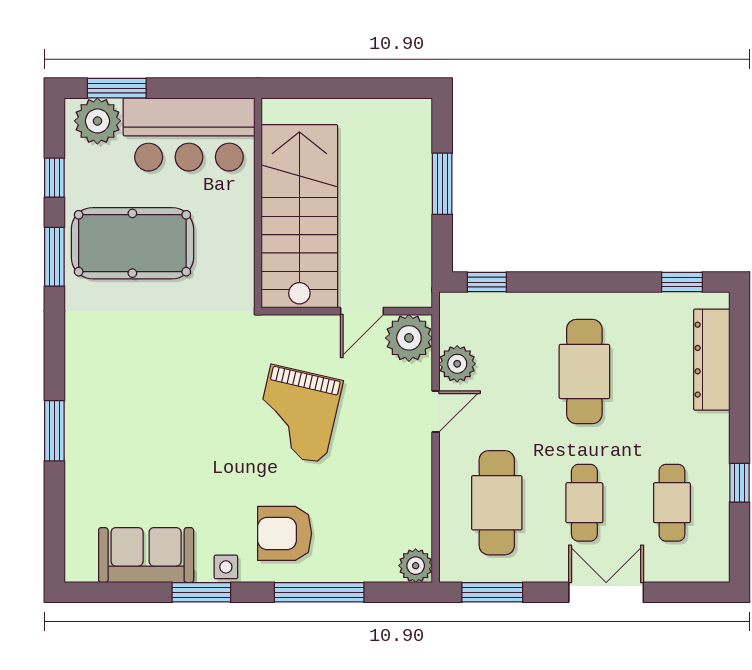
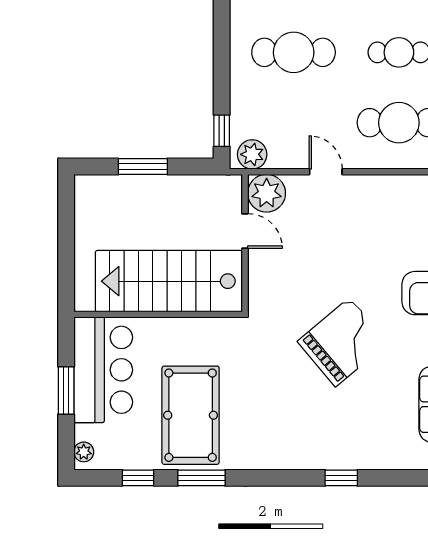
window: (117, 88) -> (66, 390), moved
plant: (97, 121) -> (84, 452), width x0.53, depth x0.53
plant: (457, 364) -> (252, 154), moved
grand piano: (298, 414) -> (343, 342), moved, turned -53
window: (54, 431) -> (341, 478), width x0.67

